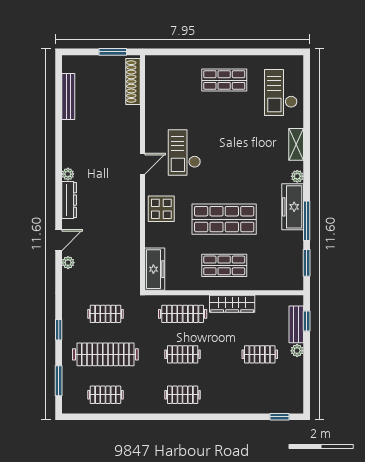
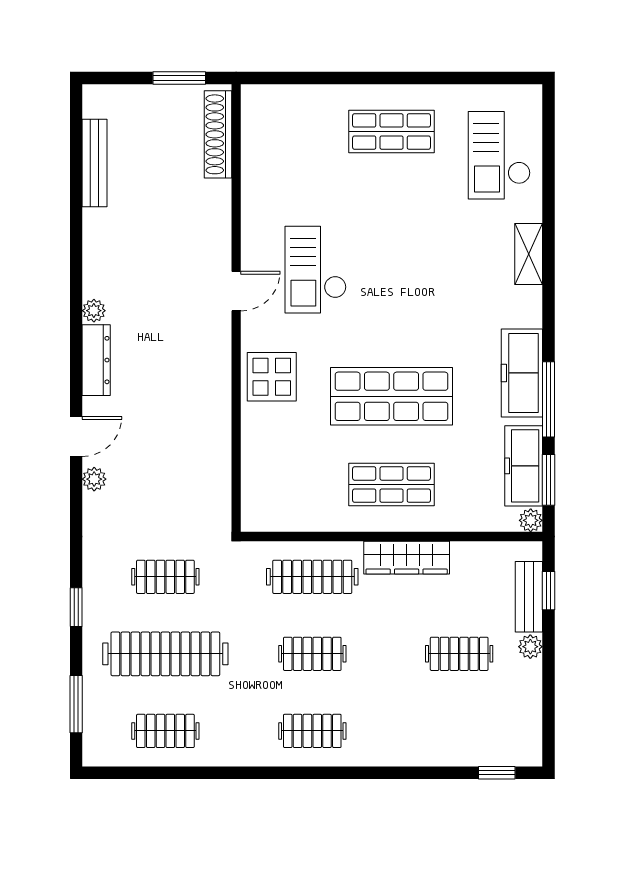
plant: (297, 176) -> (531, 520), moved
freezer: (155, 269) -> (524, 466), moved, turned 180

